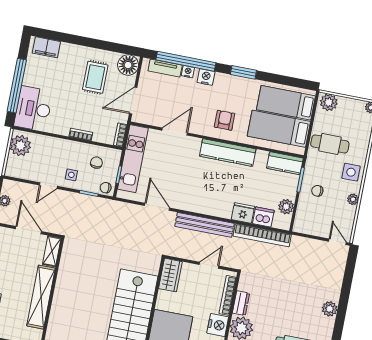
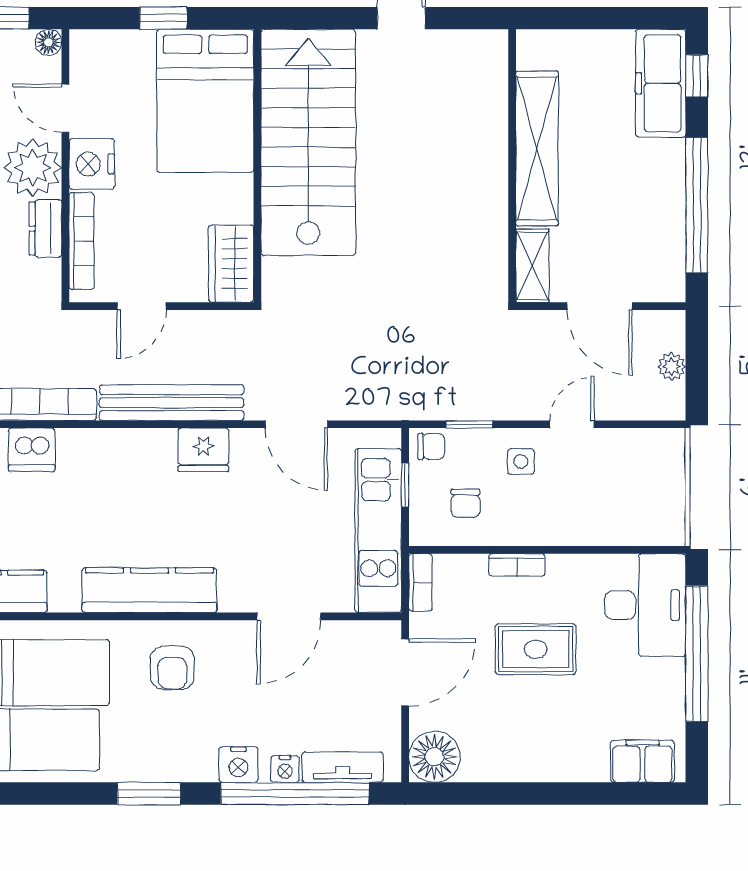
rug: (95, 77) -> (536, 649), moved, turned 90
plant: (20, 146) -> (659, 509), removed
fridge: (243, 213) -> (203, 450), moved

